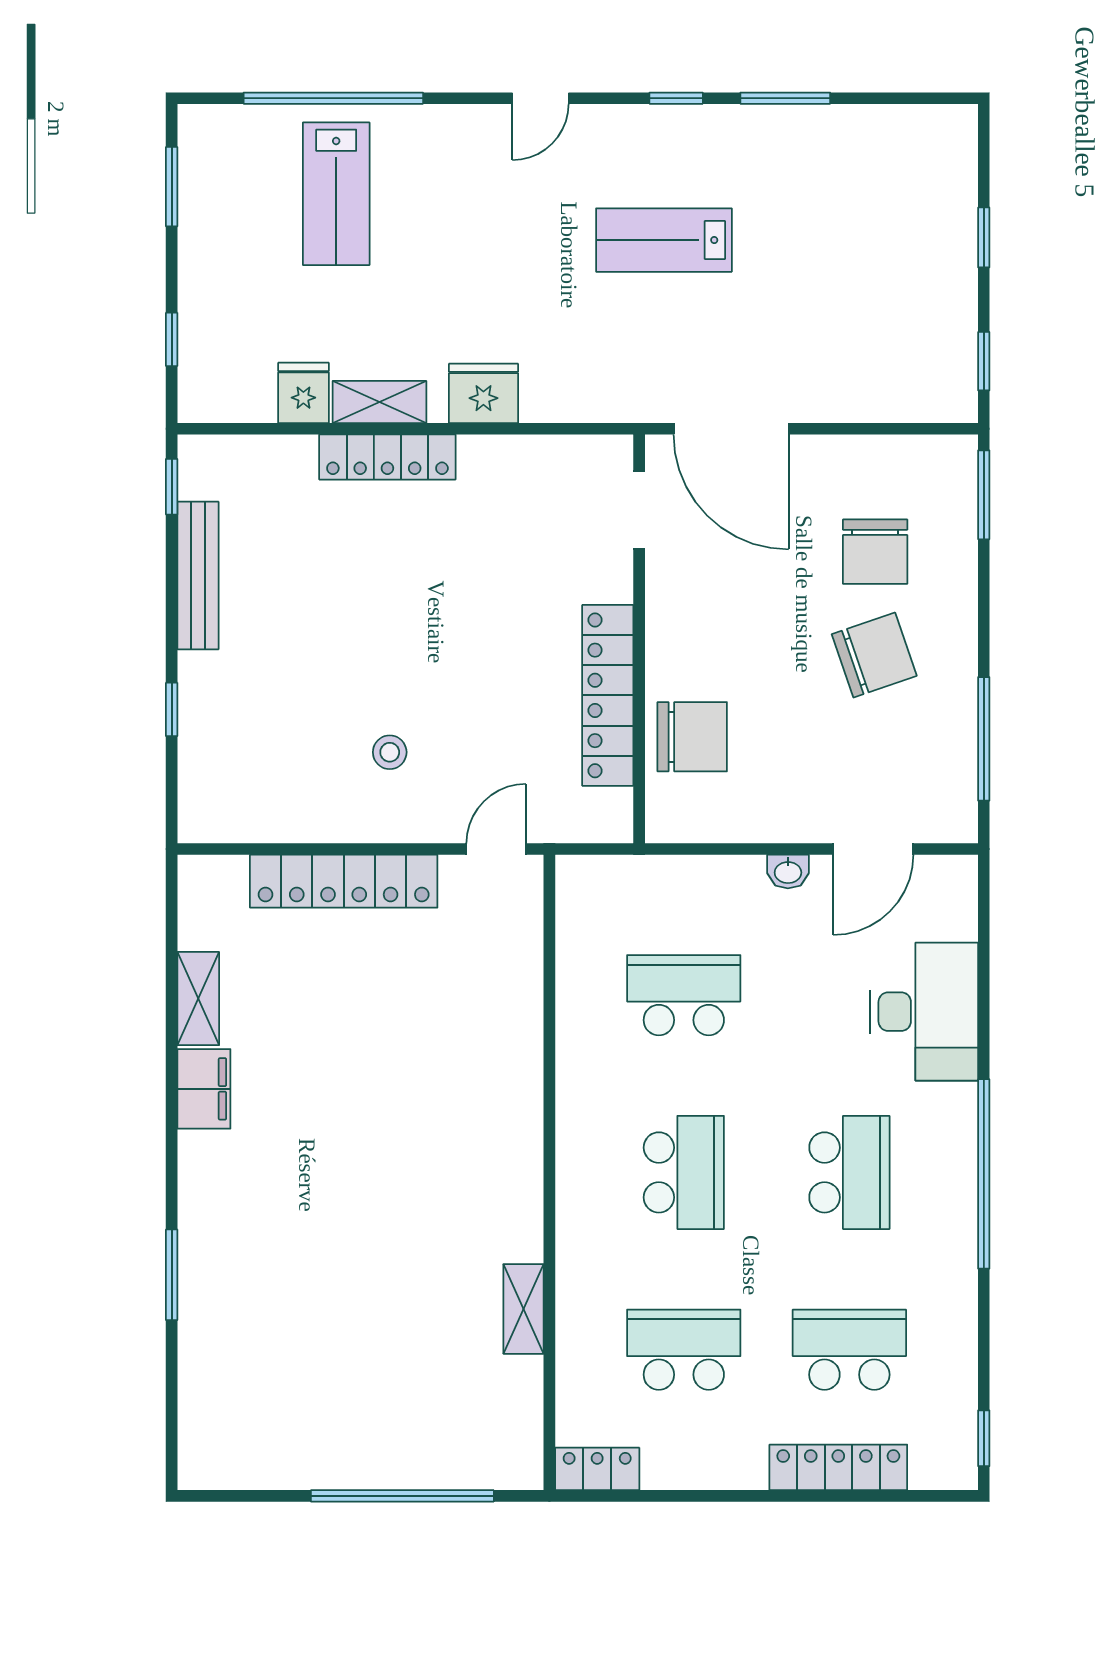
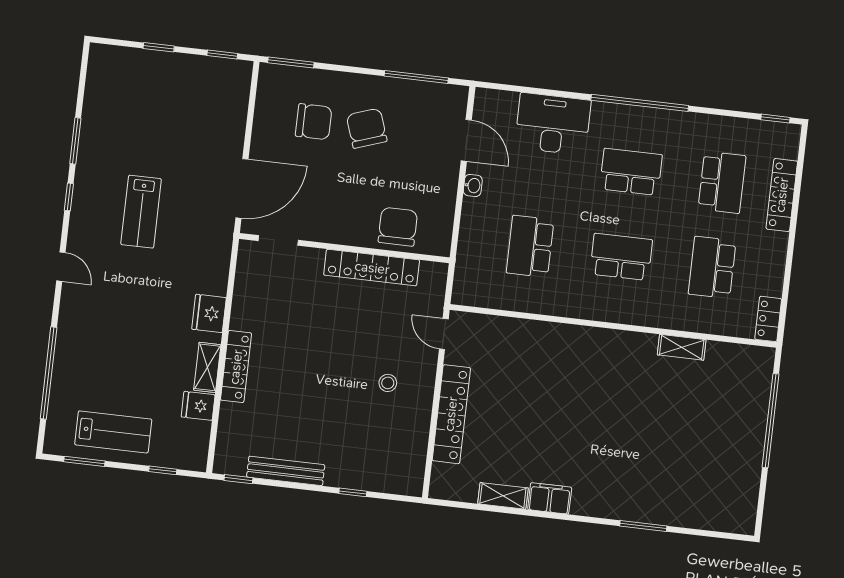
lab bench: (336, 194) -> (113, 432), moved
school desk: (849, 1350) -> (722, 182), turned 180

